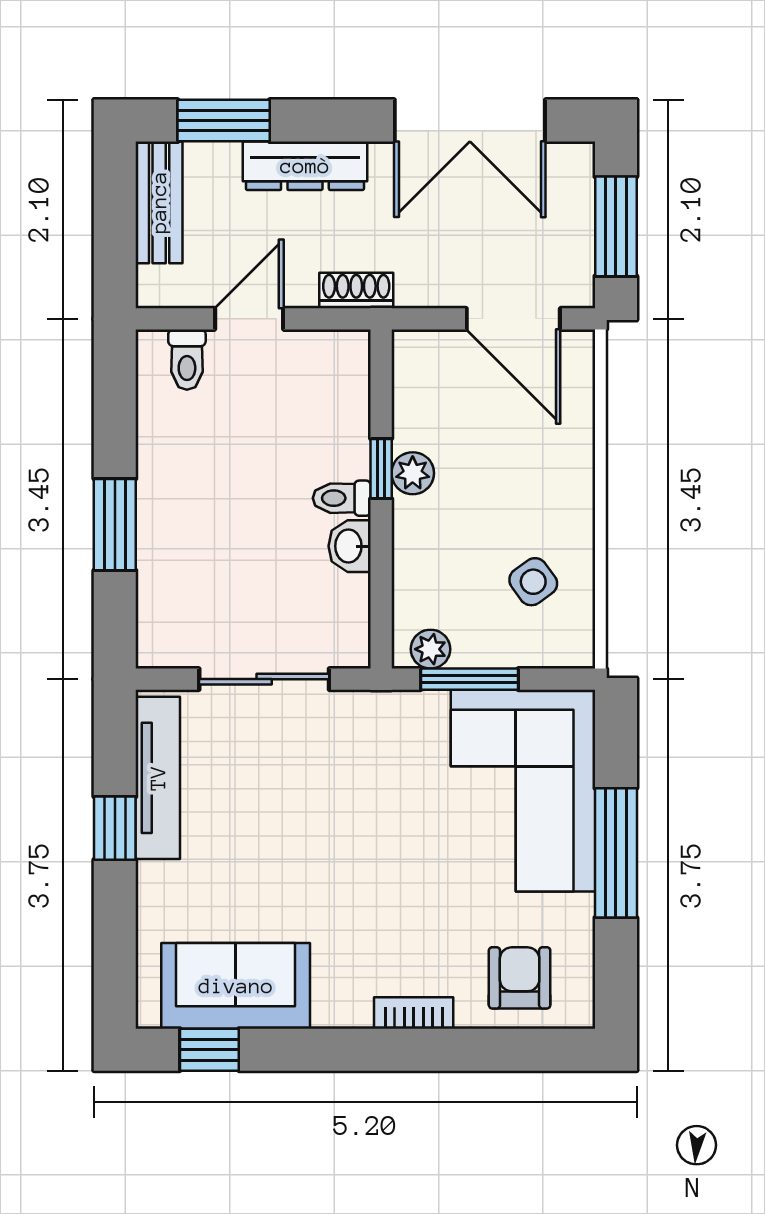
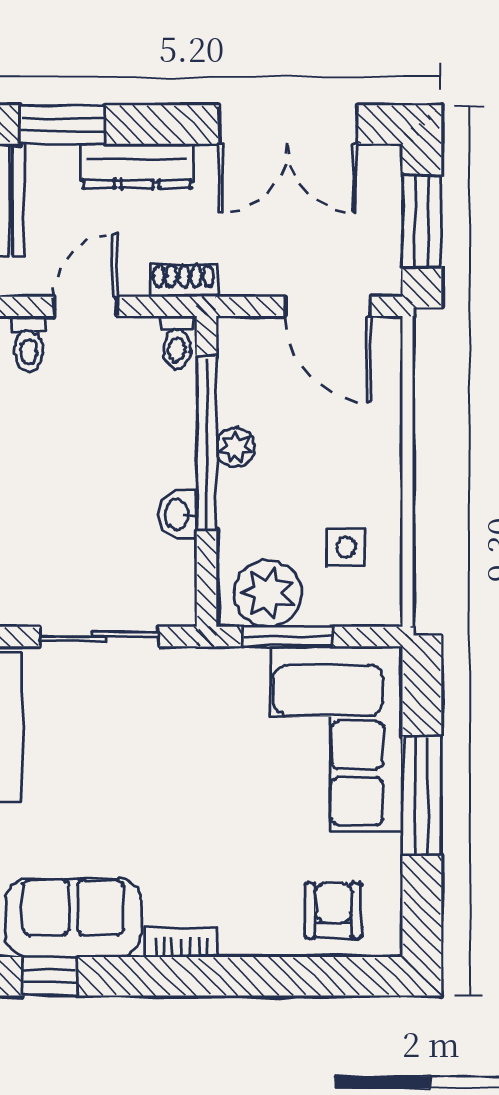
window: (381, 469) -> (207, 444), width x3.17
toilet: (342, 498) -> (177, 342), moved, turned -90
side table: (533, 582) -> (346, 547), turned 36
plant: (430, 649) -> (268, 593), width x1.88, depth x1.88
bookcase: (414, 1013) -> (181, 943), moved

